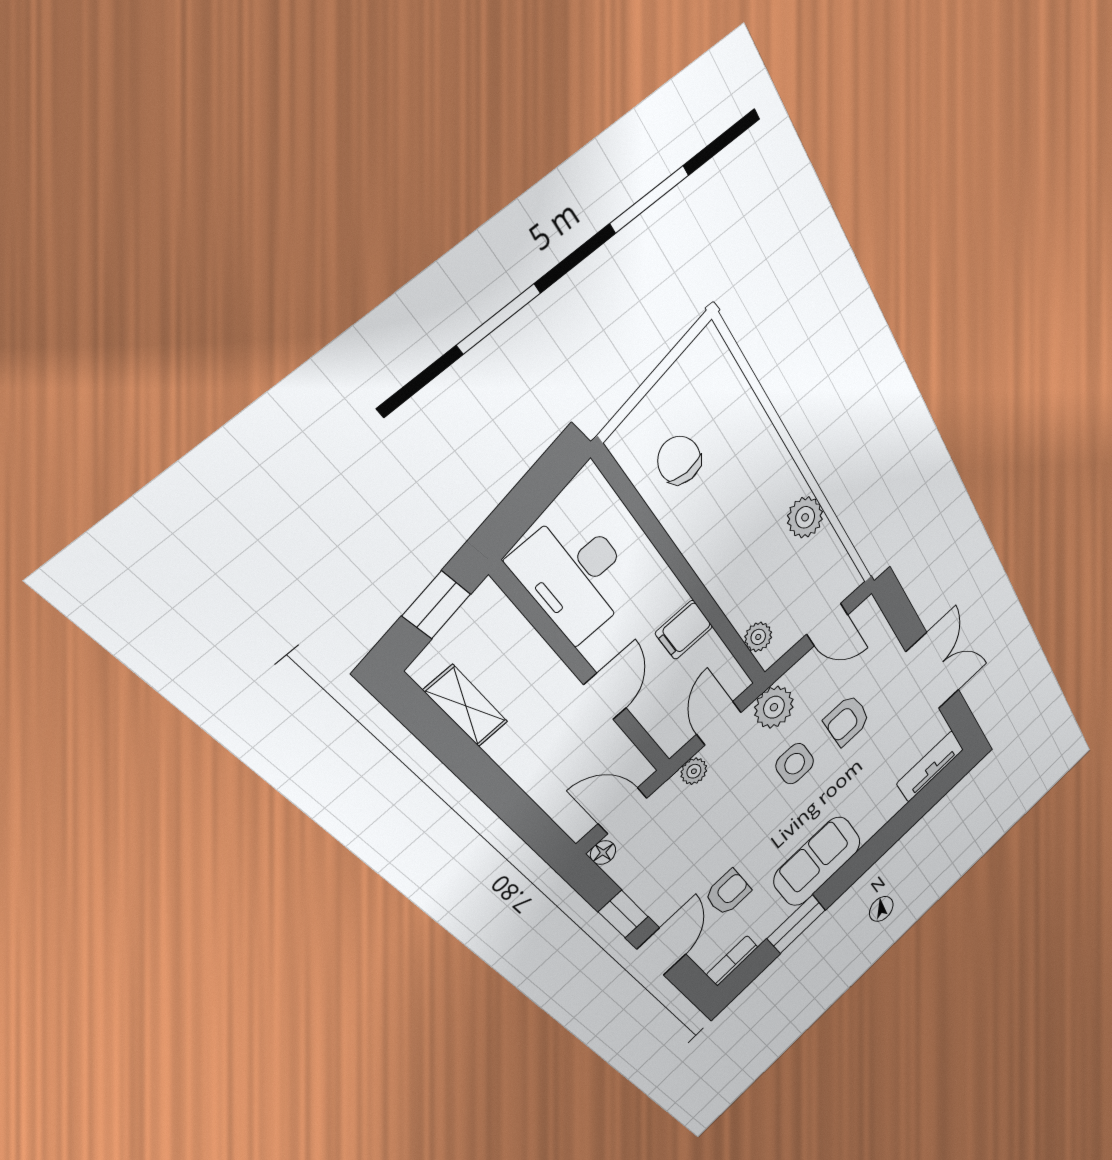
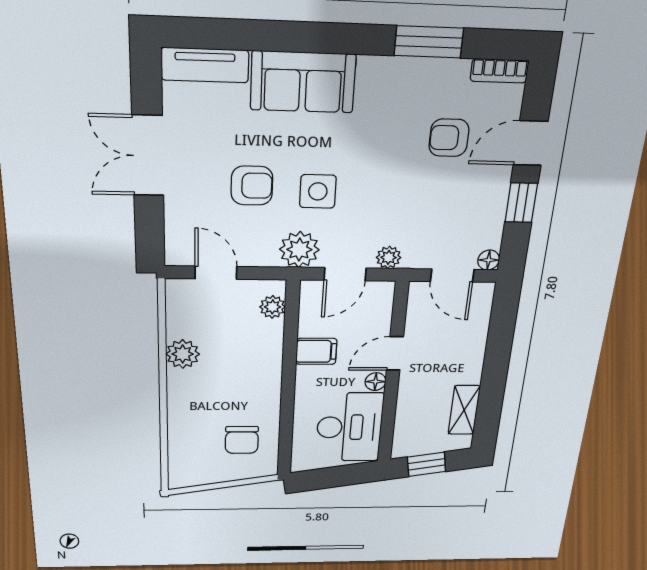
floor lamp: (597, 651) -> (376, 382), added
sofa: (817, 861) -> (303, 82), moved

